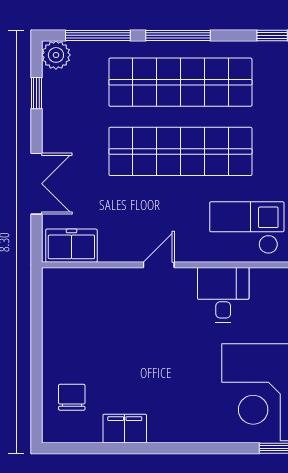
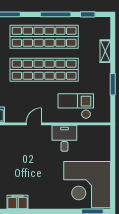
window: (178, 35) -> (56, 14), moved

